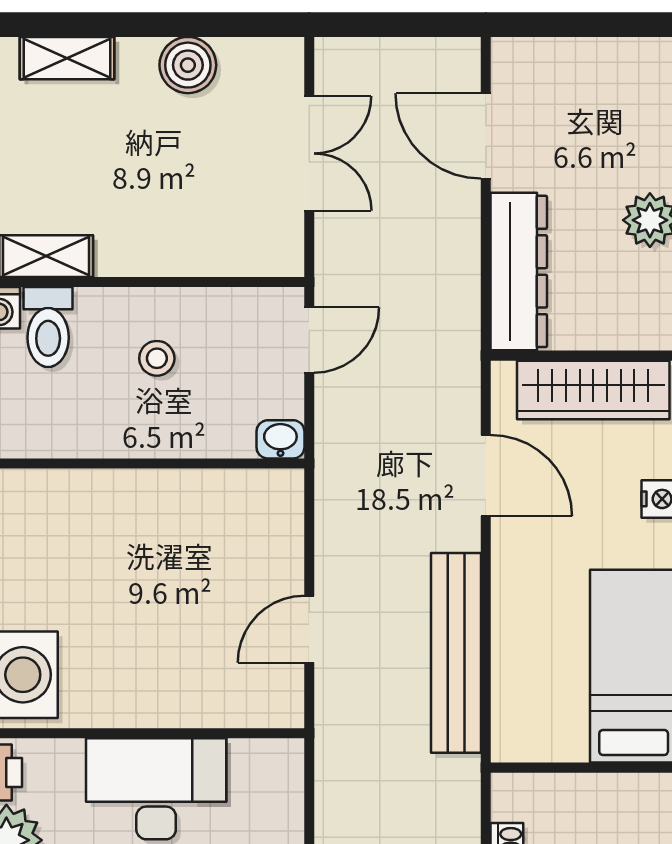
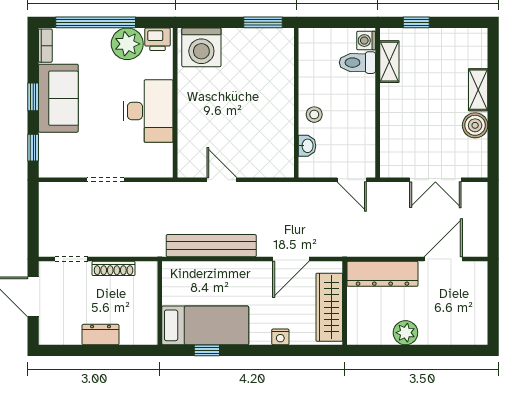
shelving: (67, 58) -> (478, 90), moved
stool: (157, 358) -> (314, 115), moved
washbasin: (280, 439) -> (307, 146), moved

